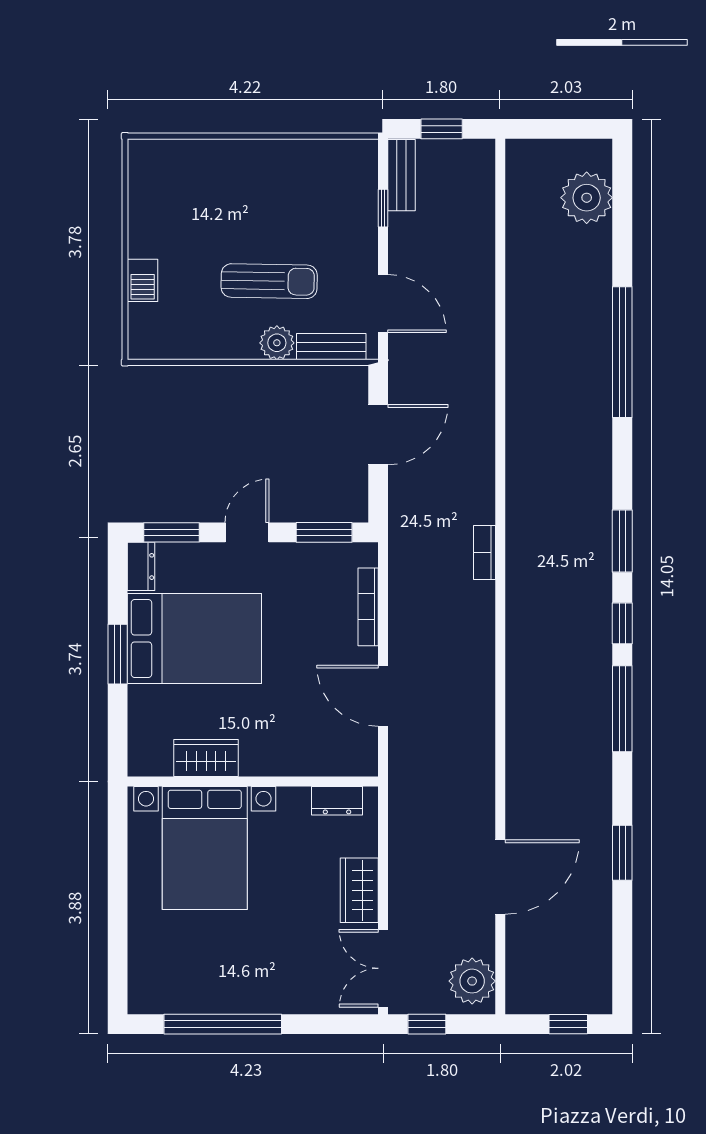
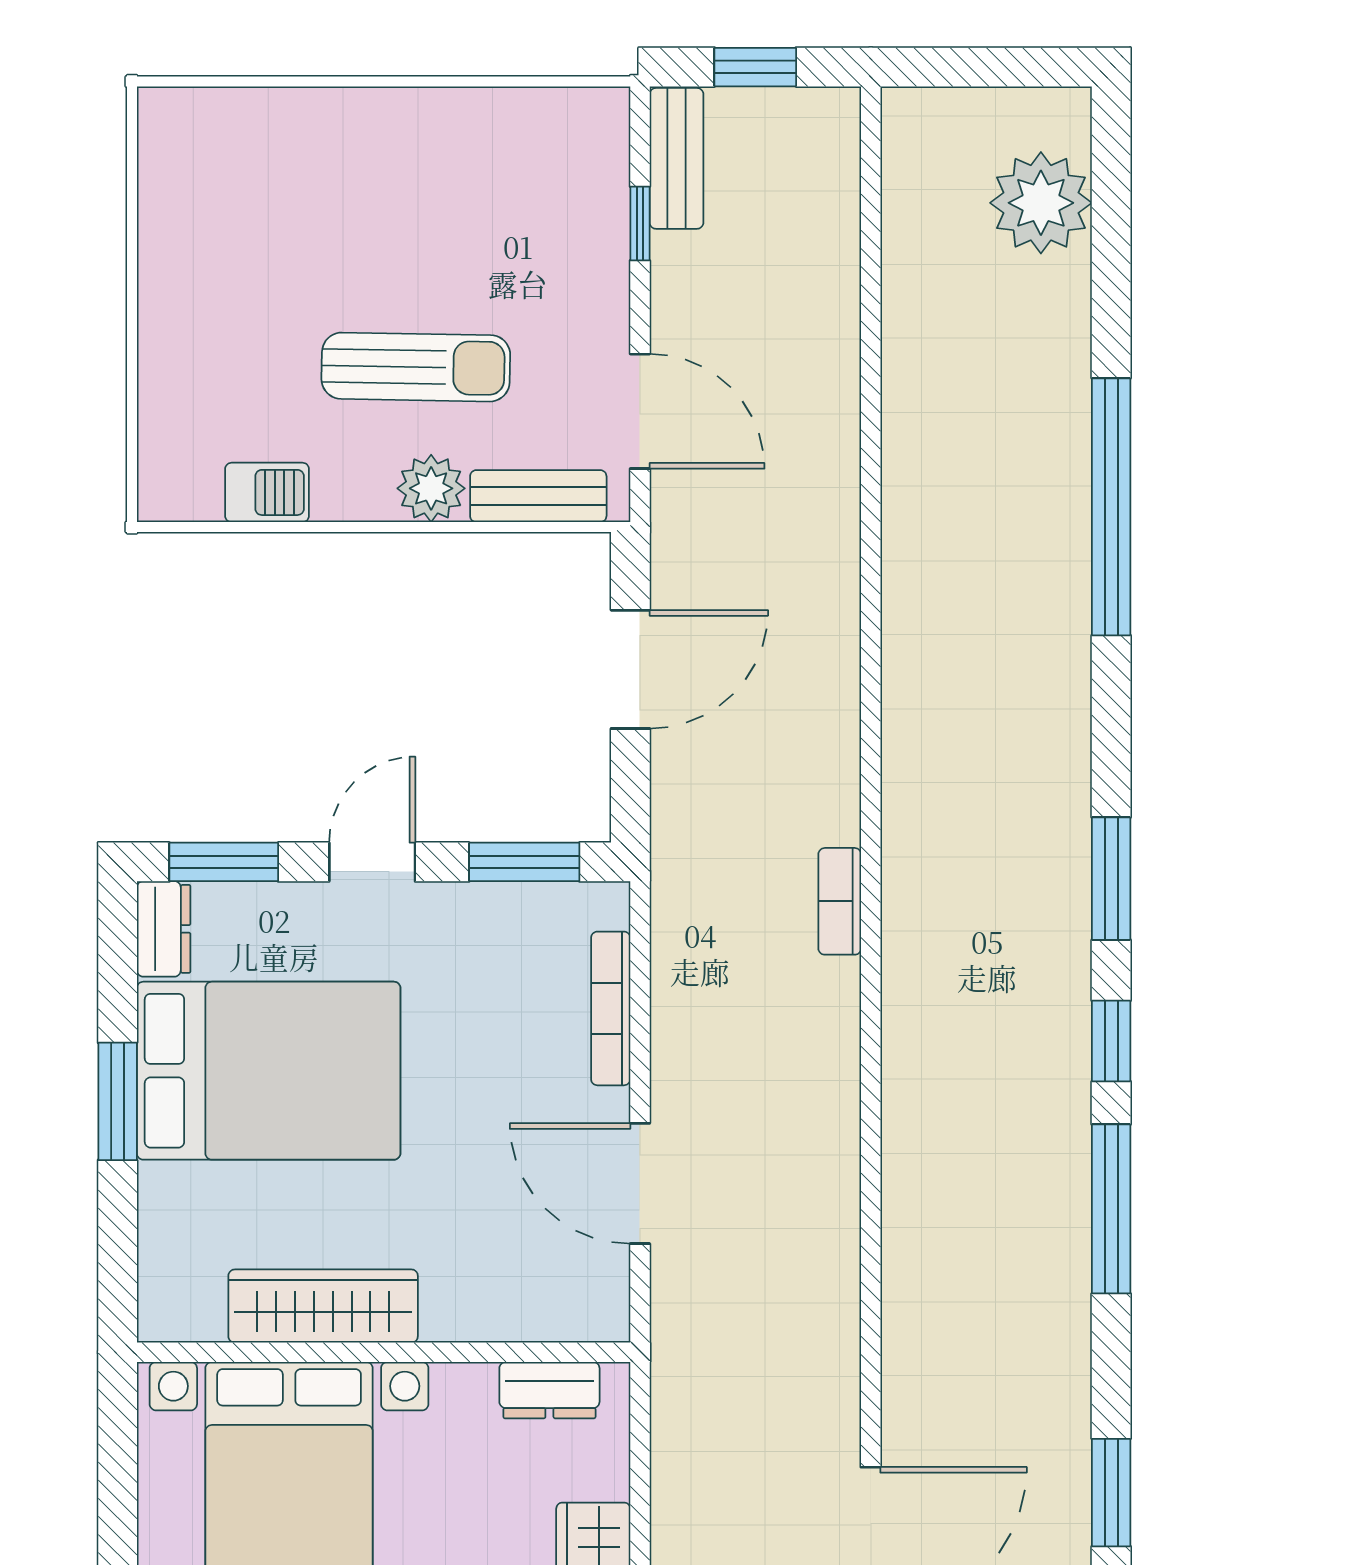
barbecue: (143, 280) -> (267, 492), moved, turned -90
wardrobe: (206, 758) -> (323, 1306), width x1.50

